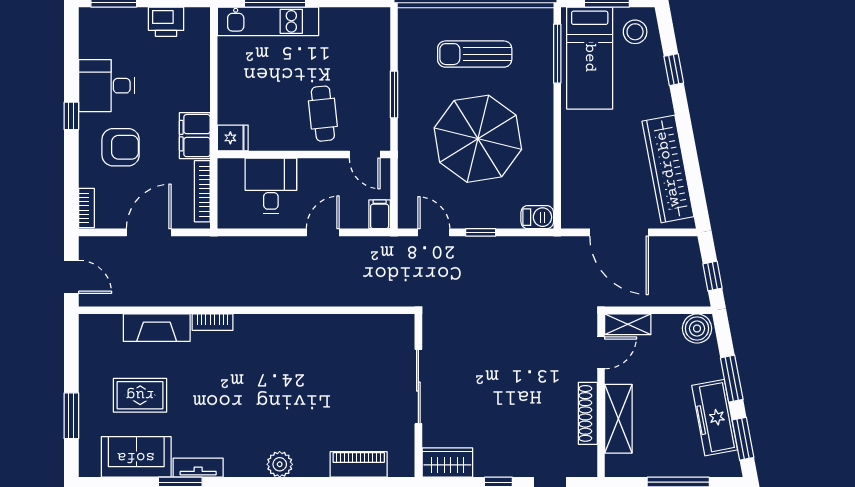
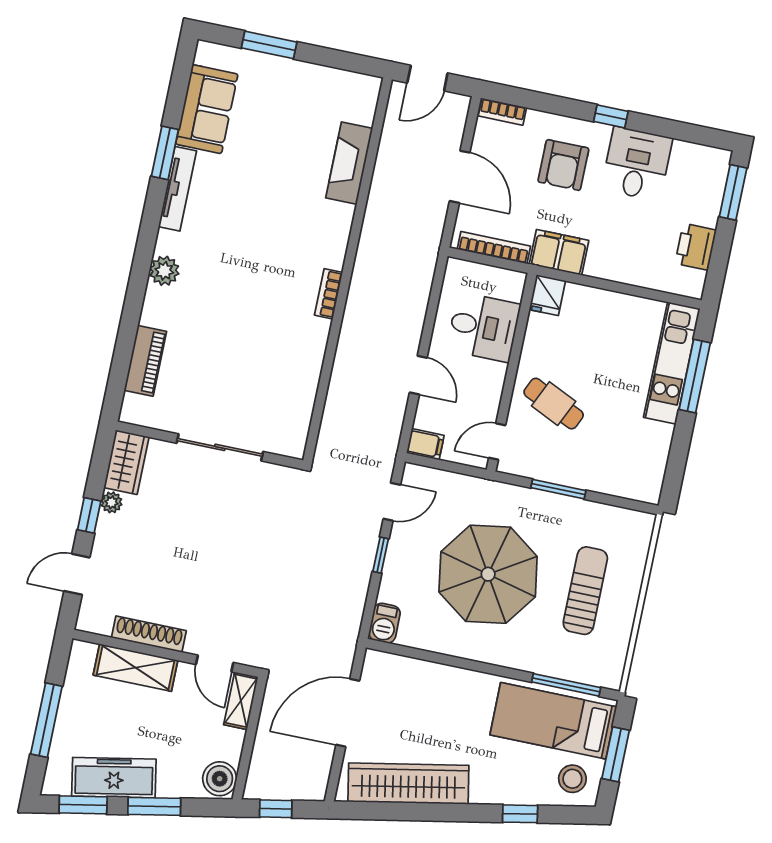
cafe table: (323, 114) -> (554, 404), turned 31
bookcase: (212, 322) -> (328, 294), moved
rug: (140, 395) -> (276, 128), removed
tv unit: (198, 468) -> (177, 189), width x1.41
plant: (484, 468) -> (112, 502), added

